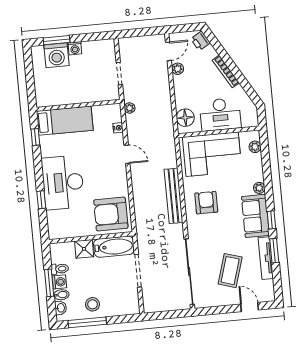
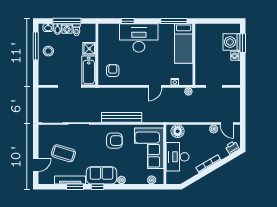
window: (35, 137) -> (174, 21), width x2.17
armchair: (111, 214) -> (113, 71), width x0.53, depth x0.53
window: (49, 283) -> (67, 21), width x1.44

